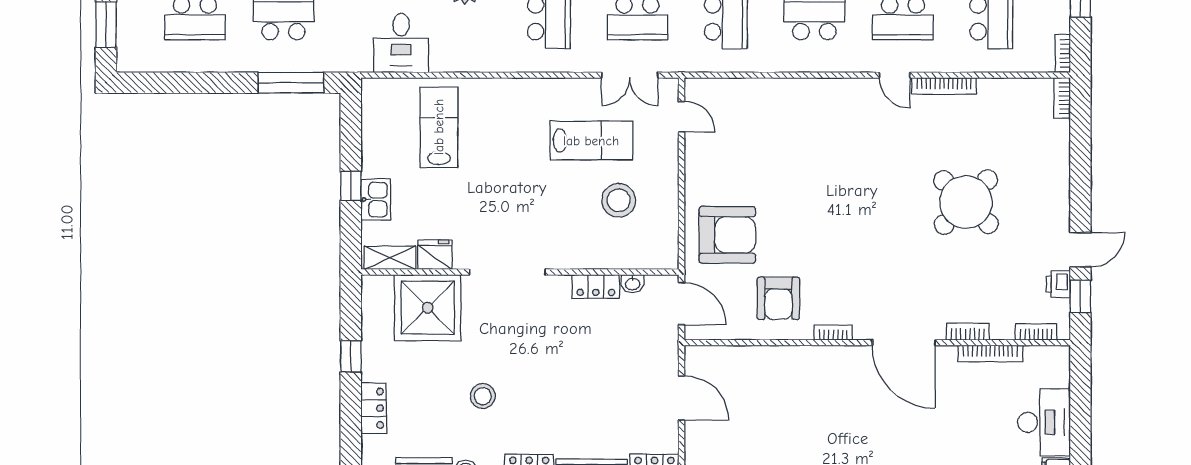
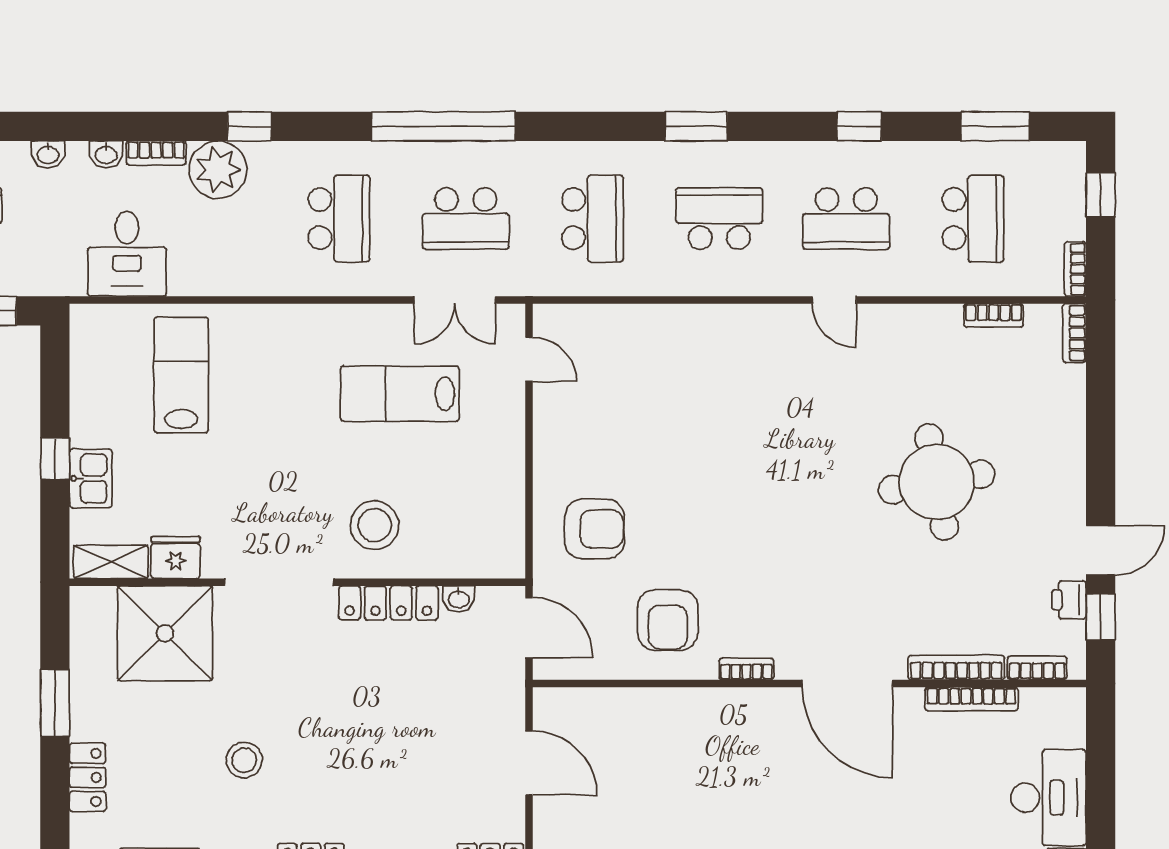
bookcase: (944, 86) -> (994, 315), moved, width x0.64
lab bench: (591, 141) -> (400, 394), turned 180
stool: (619, 200) -> (375, 525), moved
round table: (966, 202) -> (937, 482), turned 36
armchair: (727, 235) -> (595, 529), width x0.73, depth x0.73
locker: (596, 286) -> (388, 603), width x1.53
bookcase: (968, 332) -> (956, 668), width x1.56
window: (351, 356) -> (55, 703), width x1.50

